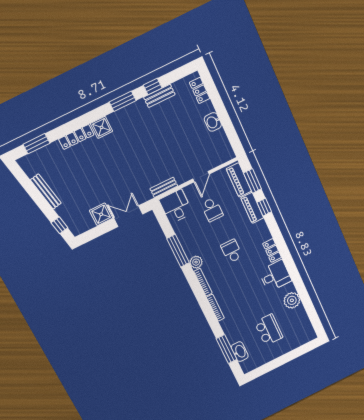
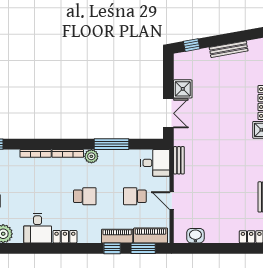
washbasin: (213, 122) -> (195, 236), moved

